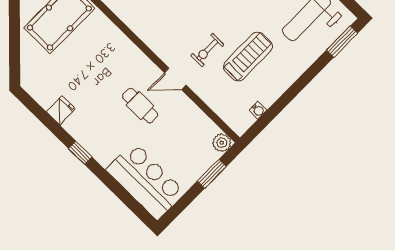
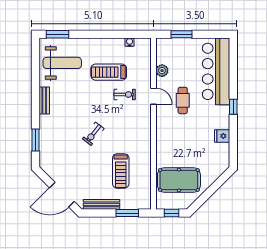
plant: (222, 143) -> (162, 71), moved
bar counter: (146, 181) -> (216, 71), width x1.36

